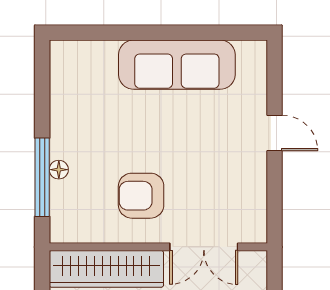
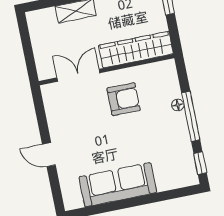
window: (42, 72) -> (200, 163), added
window: (42, 177) -> (191, 116), moved

